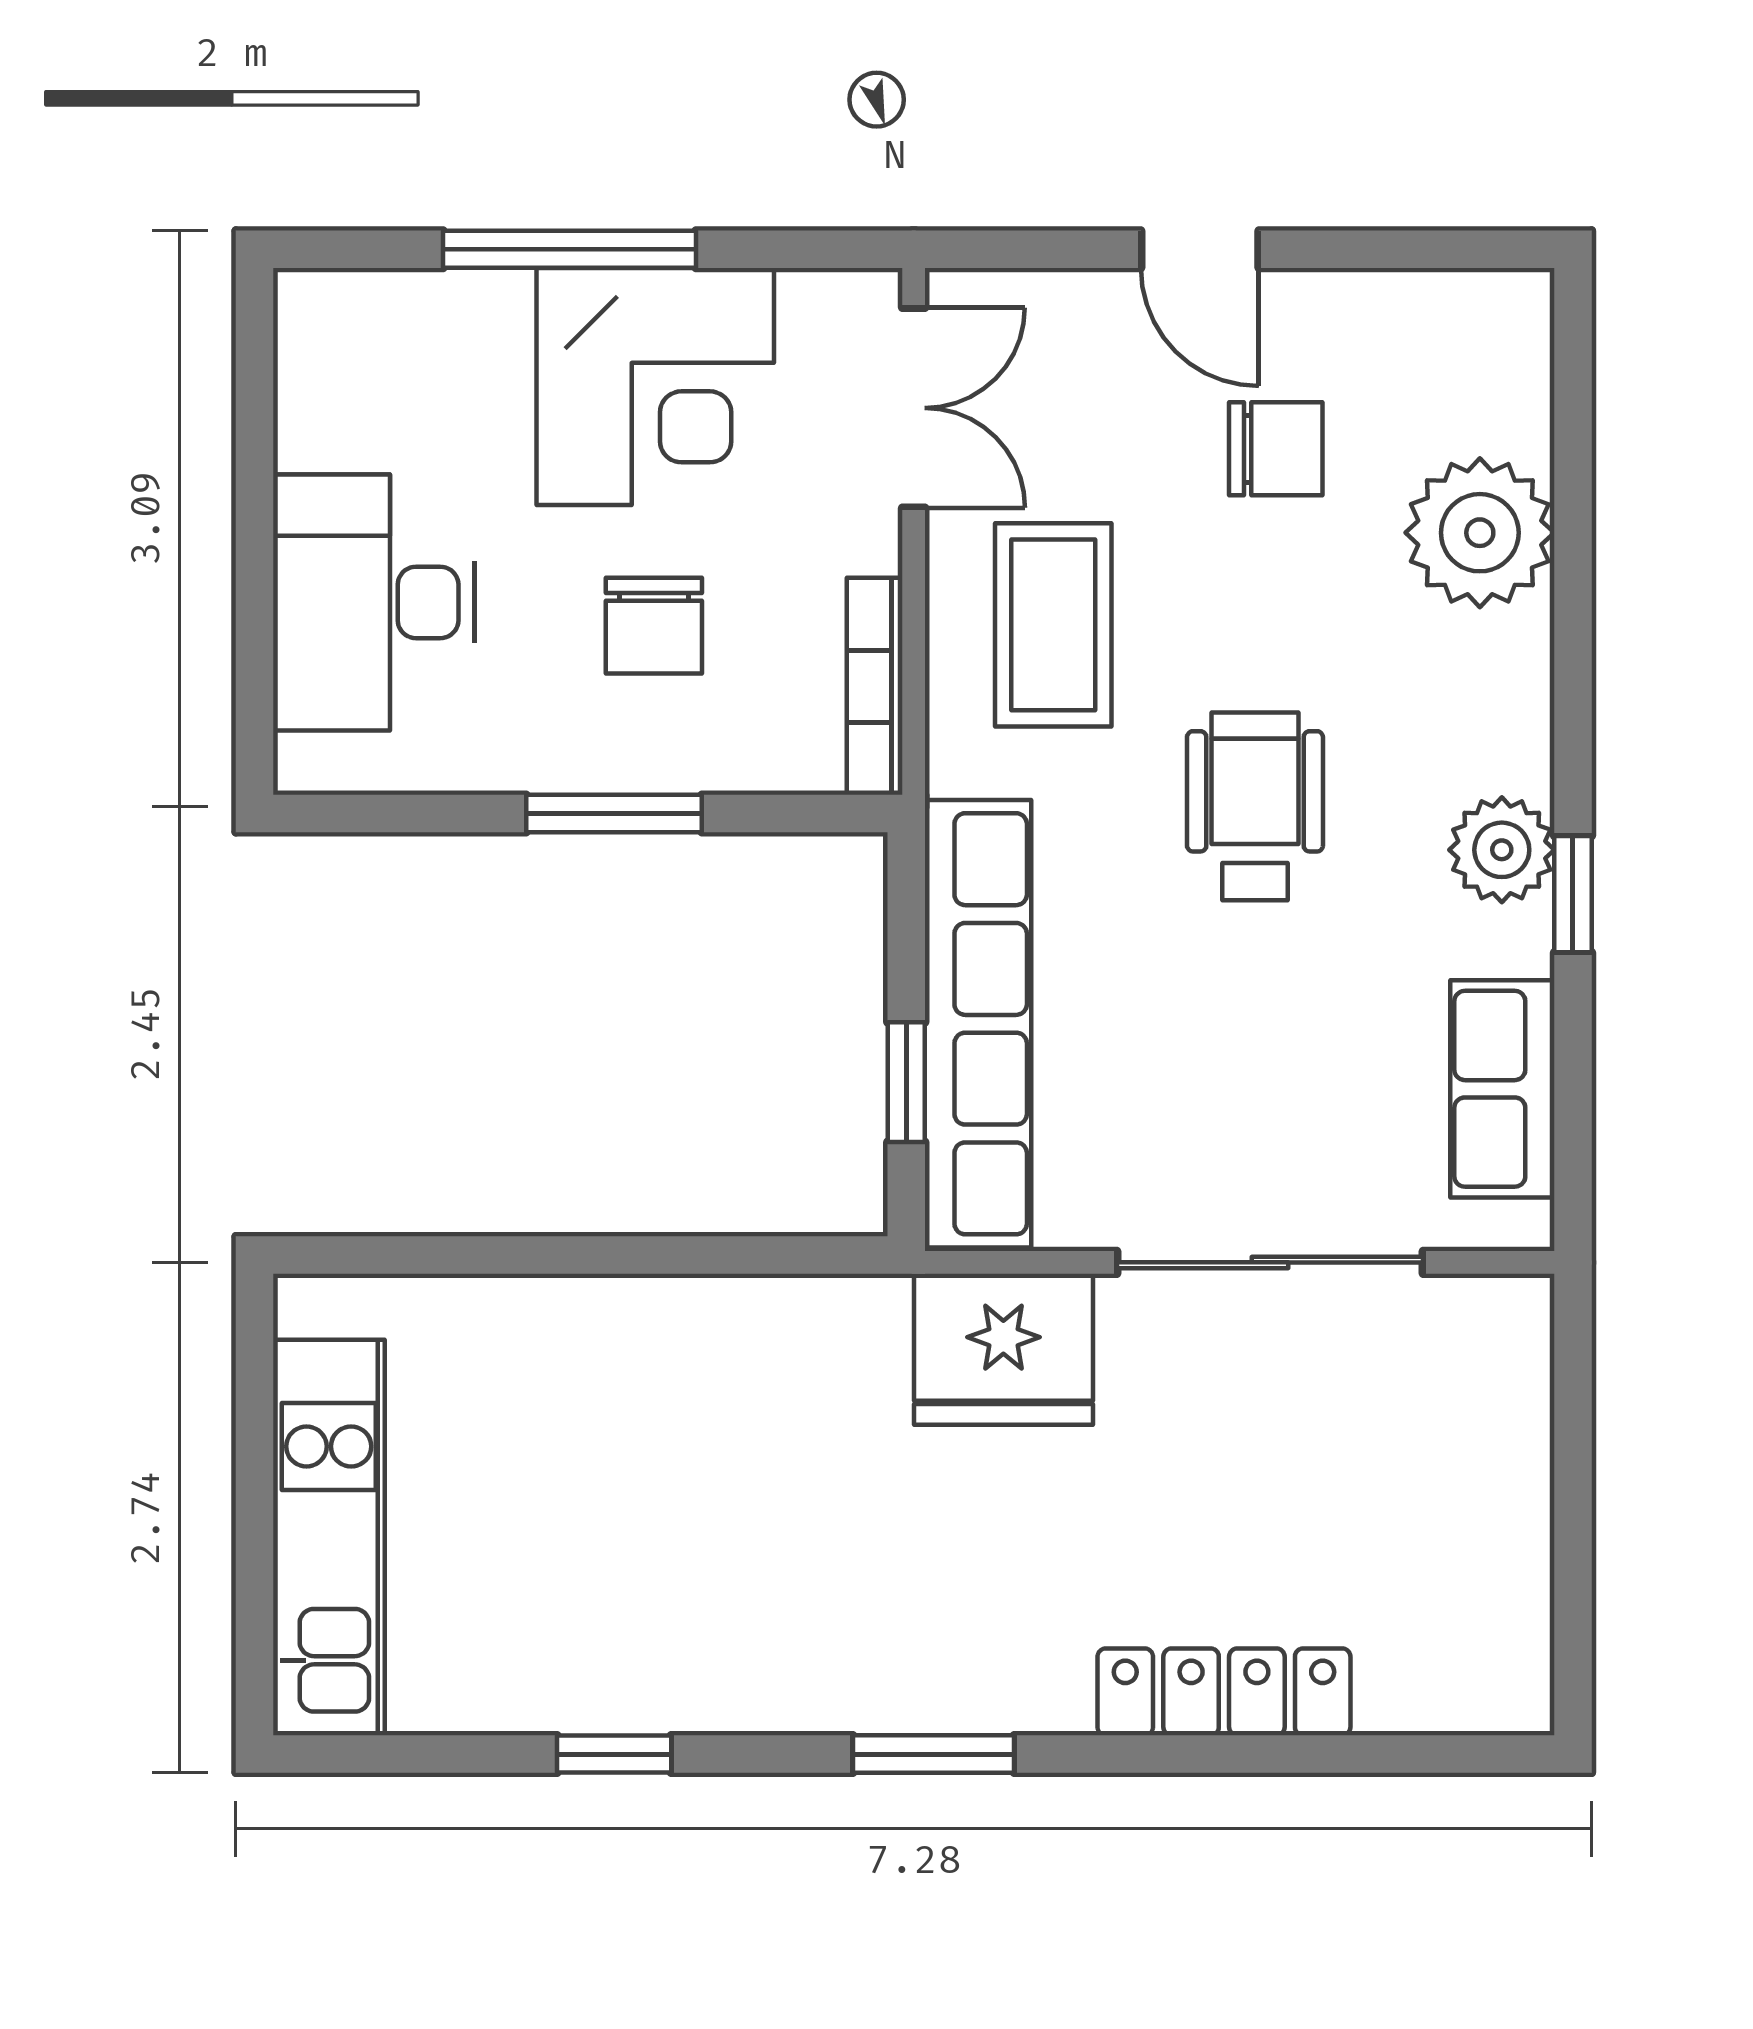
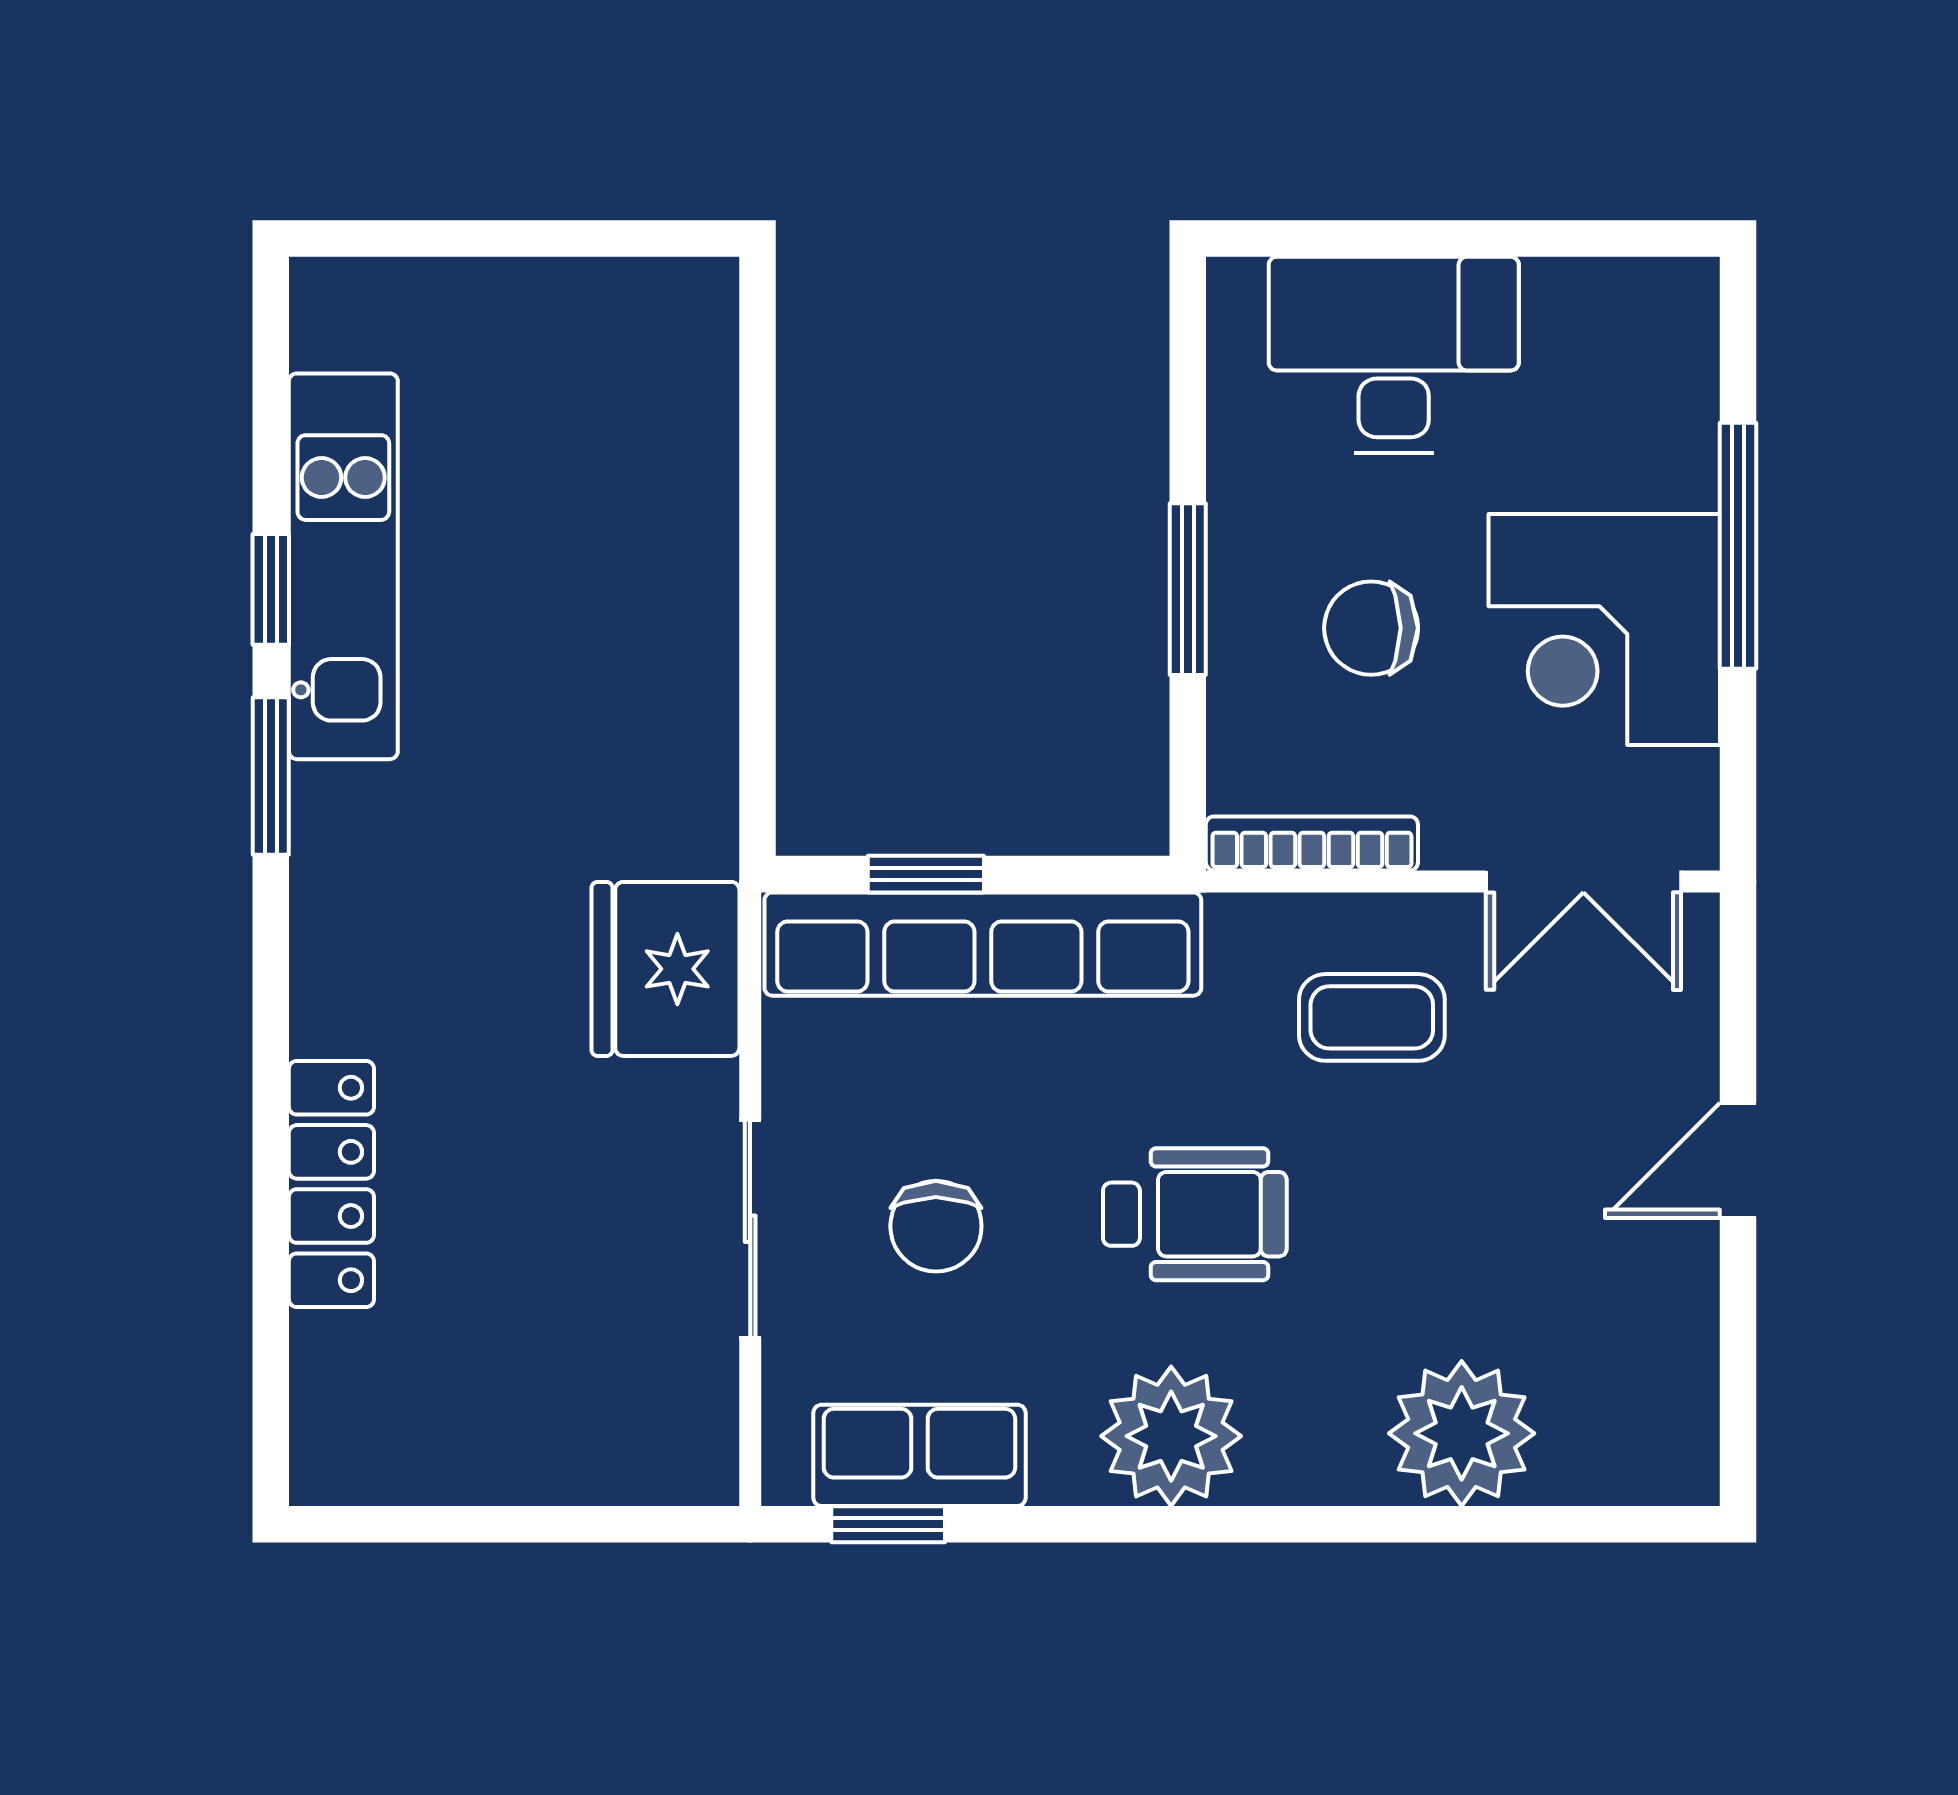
chair: (1276, 449) -> (936, 1226), moved
coffee table: (1053, 625) -> (1372, 1017), width x0.73, depth x0.77
plant: (1502, 850) -> (1171, 1436), width x1.36, depth x1.36
window: (1573, 894) -> (888, 1524), moved
sliding door: (1270, 1262) -> (750, 1229), width x0.73
kitchen unit: (329, 1538) -> (343, 566), moved, turned -90
window: (934, 1754) -> (271, 776), moved

